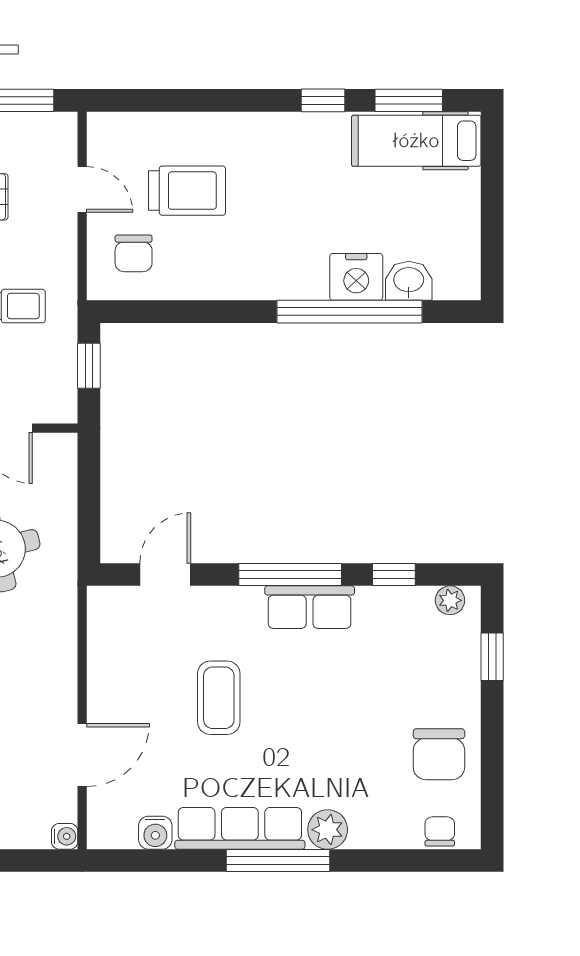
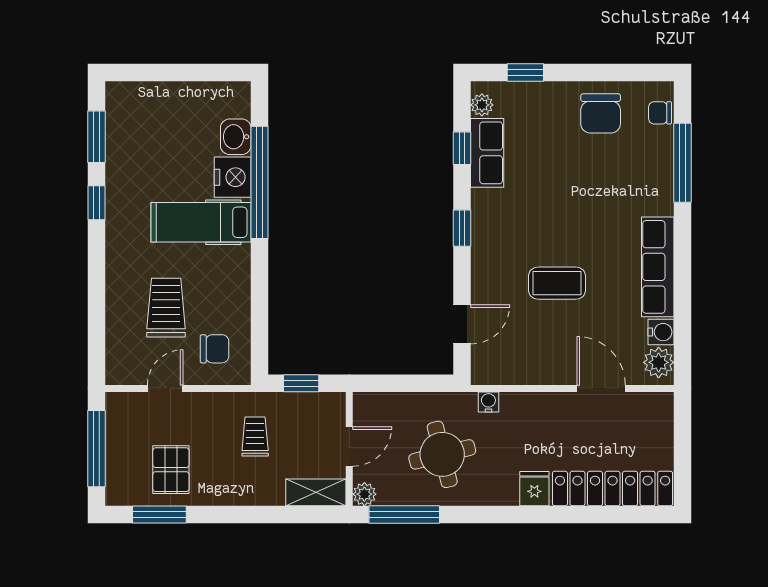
hospital bed: (416, 141) -> (201, 222), moved, turned 90
door: (165, 575) -> (462, 324), swing flipped
window: (290, 575) -> (462, 228), width x0.46
row of seats: (310, 607) -> (487, 153), moved
chair: (439, 754) -> (601, 113), turned 90
plant: (328, 830) -> (659, 362), moved
water cooler: (65, 836) -> (488, 402), moved
window: (278, 861) -> (683, 163), moved

